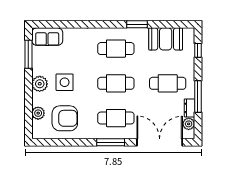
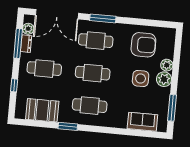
sofa: (47, 37) -> (142, 122), moved
window: (198, 50) -> (14, 85), moved
window: (198, 96) -> (18, 43), moved
plant: (38, 113) -> (167, 65), moved
armchair: (65, 118) -> (143, 45), turned 180

